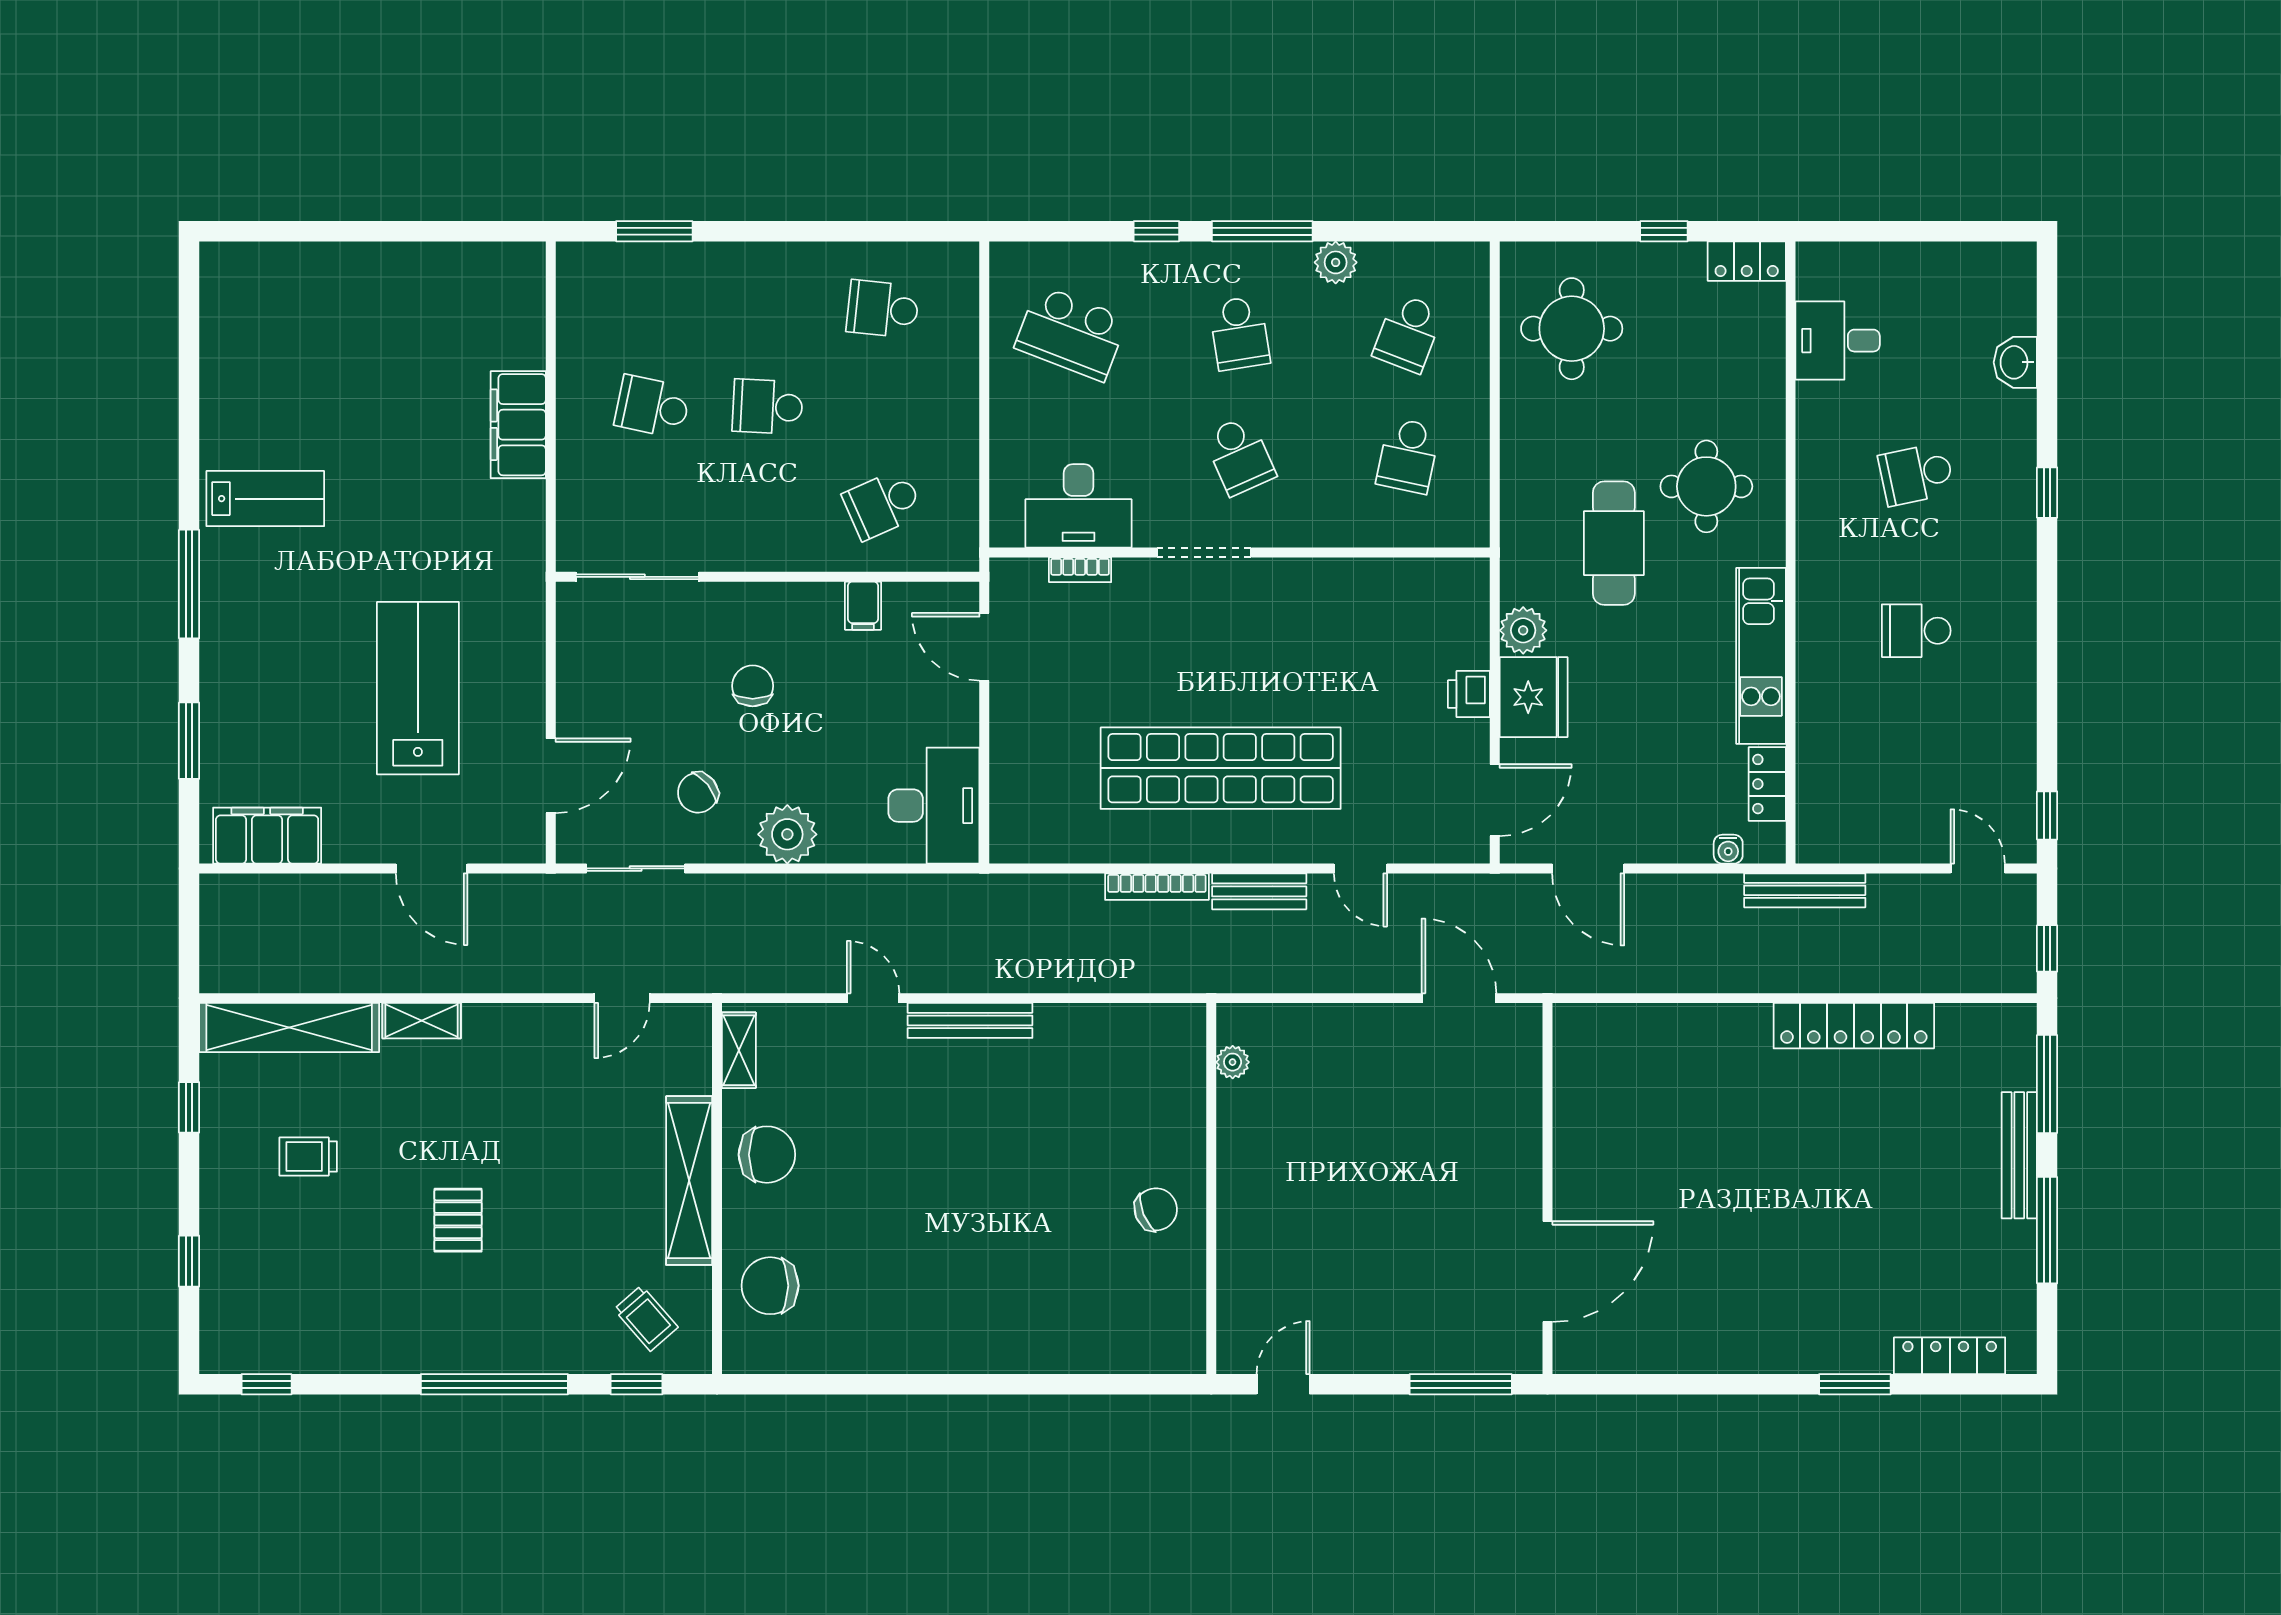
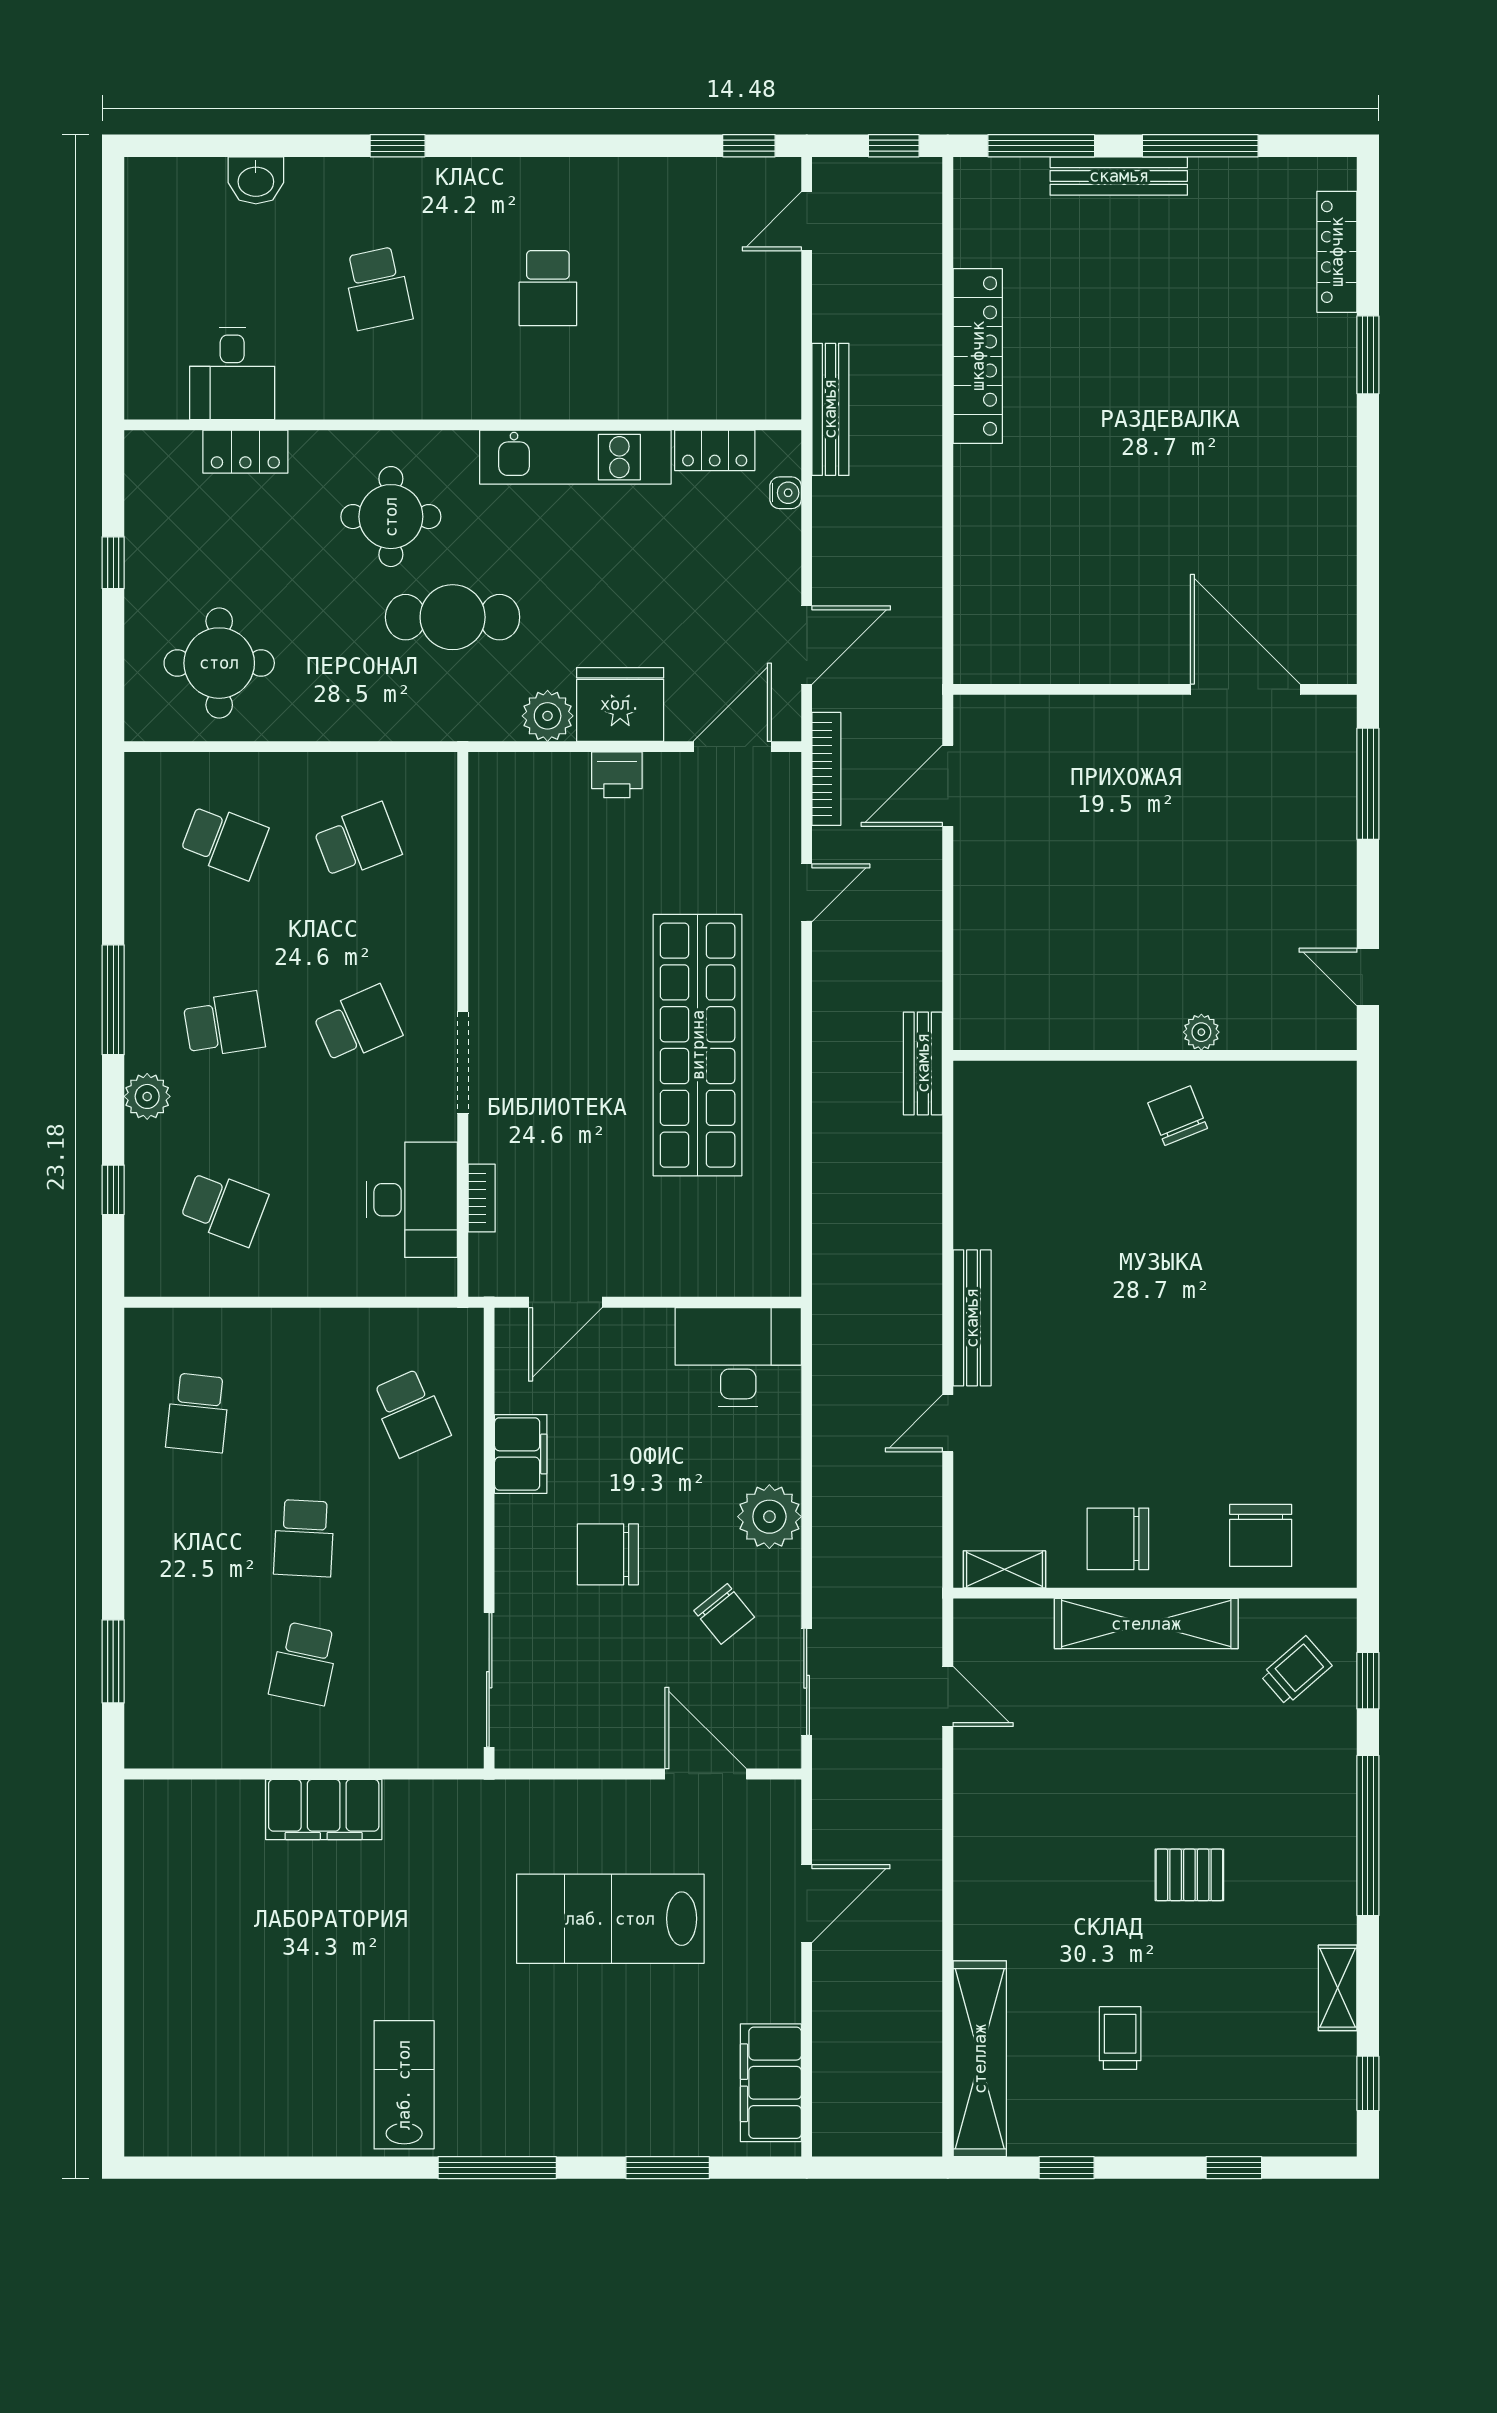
window: (1156, 231) -> (113, 1190), moved
locker: (1747, 261) -> (245, 452), moved, turned 90
plant: (1336, 262) -> (147, 1096), moved
school desk: (1071, 333) -> (224, 1208), width x0.54
school desk: (1408, 456) -> (357, 841), turned -33
filing cabinet: (863, 606) -> (521, 1454), width x2.00
chair: (753, 686) -> (608, 1554), width x1.37, depth x1.37
door: (1495, 800) -> (732, 747), hinge flipped
bookcase: (1157, 887) -> (826, 769), moved
bench: (1259, 891) -> (923, 1063), moved
shelving: (422, 1021) -> (1338, 1988), moved
plant: (1233, 1062) -> (1201, 1032), moved
chair: (767, 1155) -> (1118, 1539), turned -90
trolley: (308, 1157) -> (1120, 2038), turned 180

